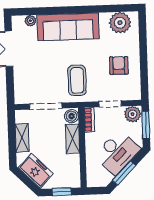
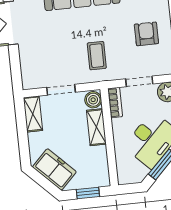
coffee table: (77, 80) -> (97, 56), width x0.73, depth x0.77
doorway: (46, 106) -> (61, 90), width x0.73
shelving: (22, 138) -> (33, 114), moved

